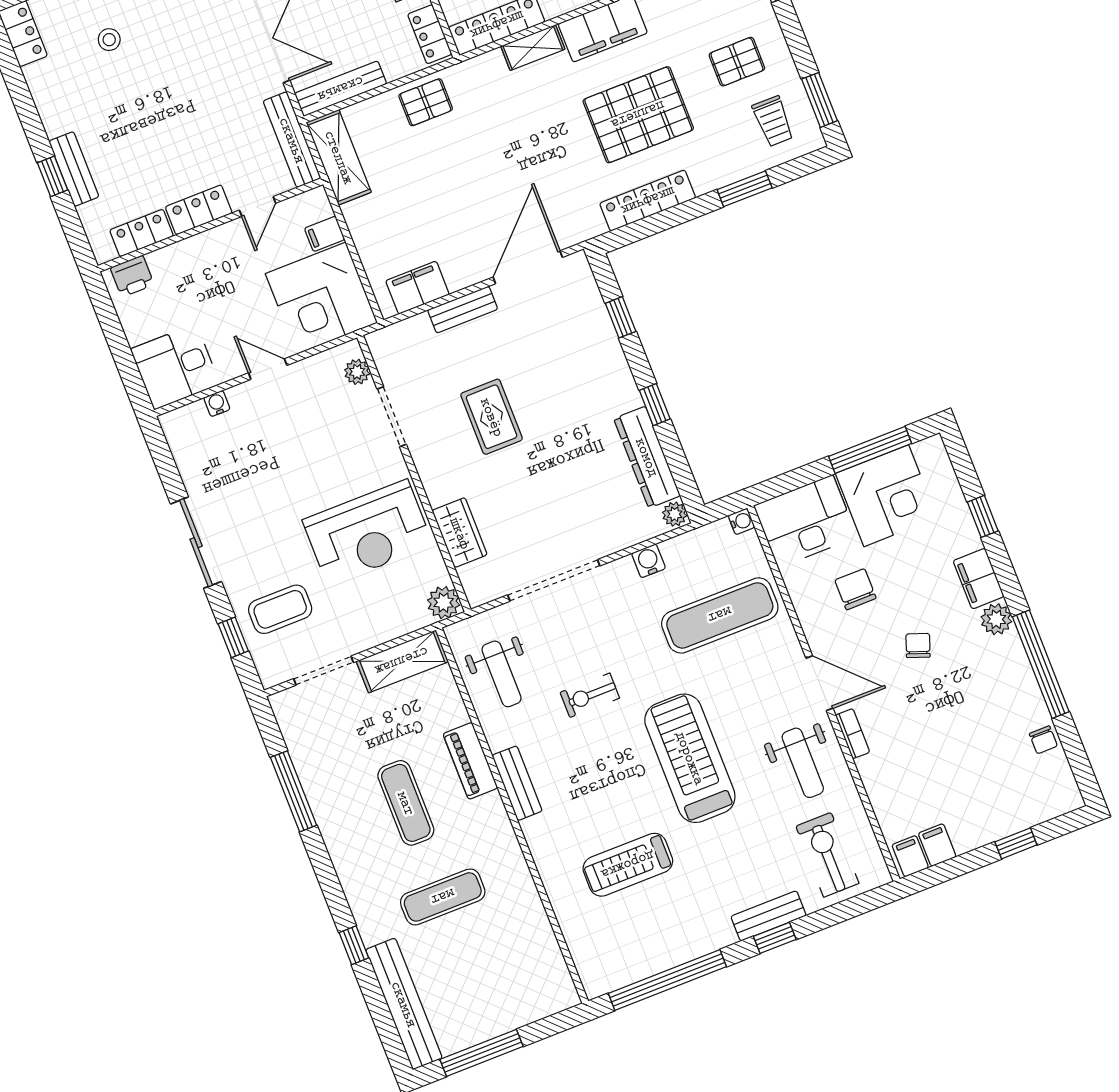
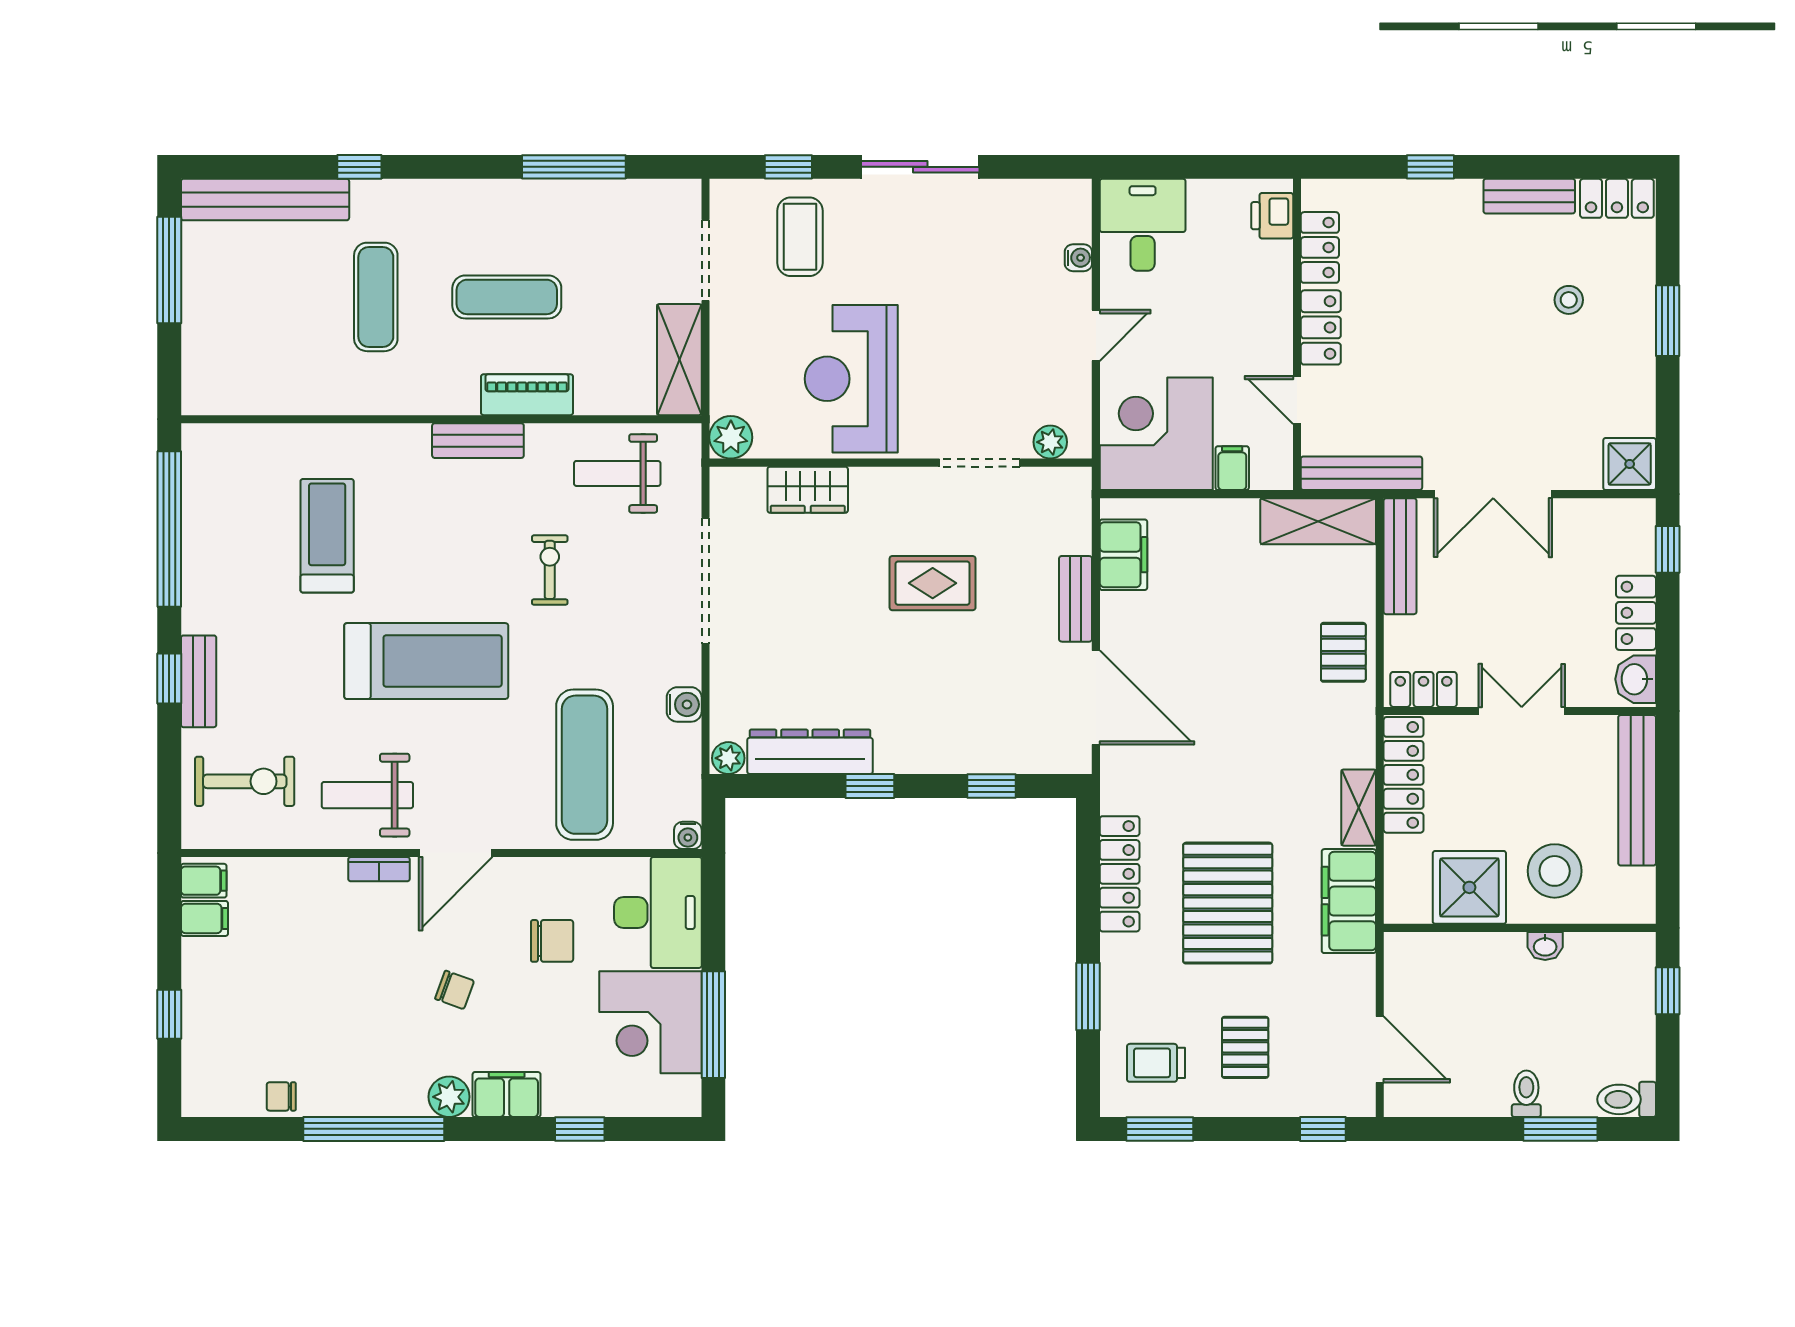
bench: (74, 169) -> (1529, 196), moved

